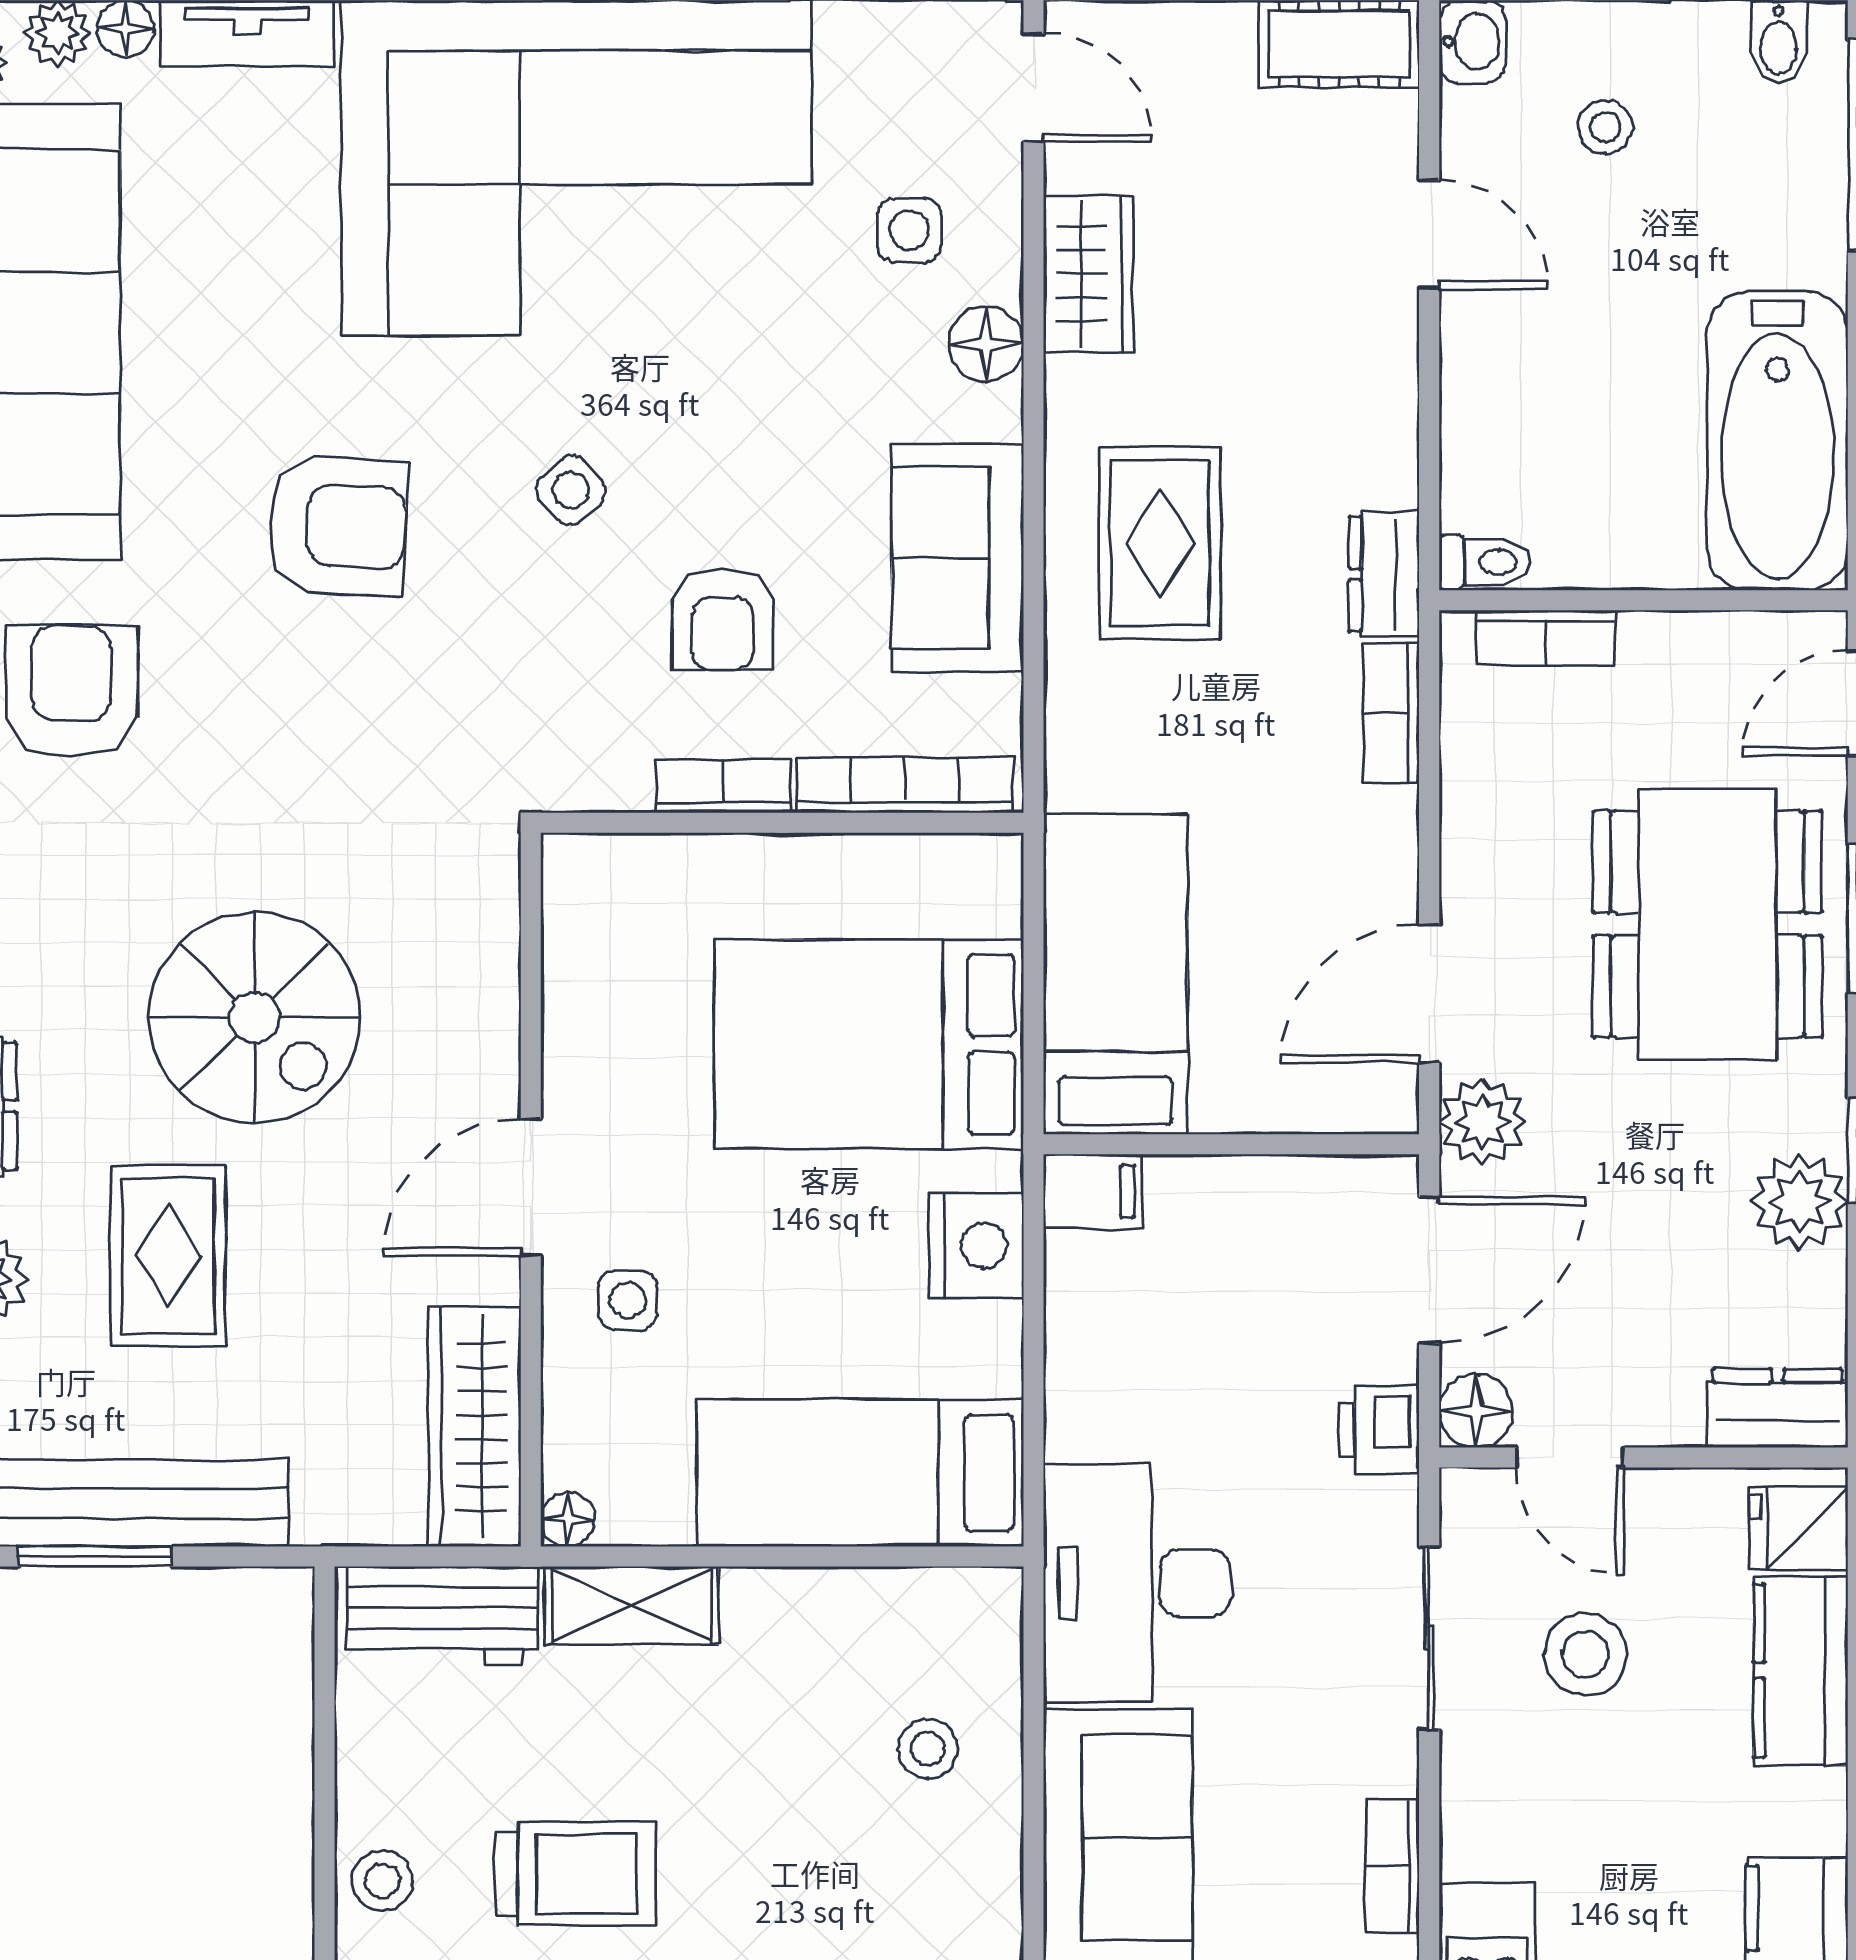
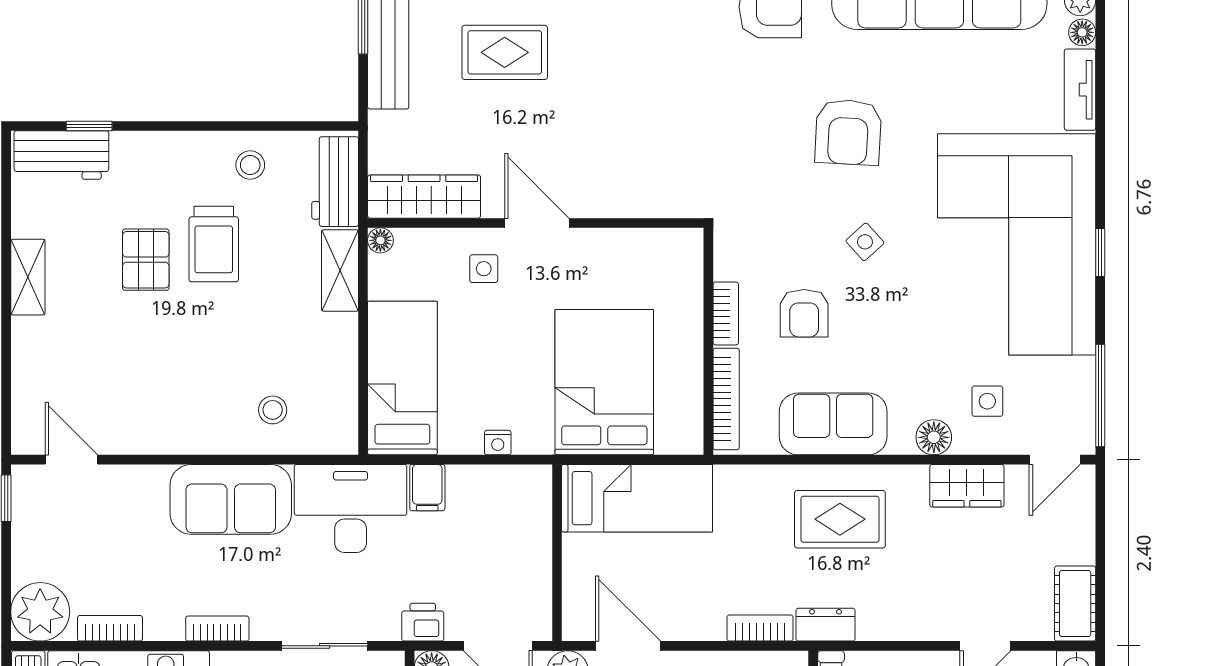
armchair: (722, 619) -> (804, 313), turned -90
spiral stairs: (255, 1017) -> (617, 93), removed
filing cabinet: (1093, 1191) -> (427, 488), moved
nightstand: (976, 1246) -> (498, 443), width x0.53, depth x0.56
stool: (382, 1881) -> (250, 165), moved

